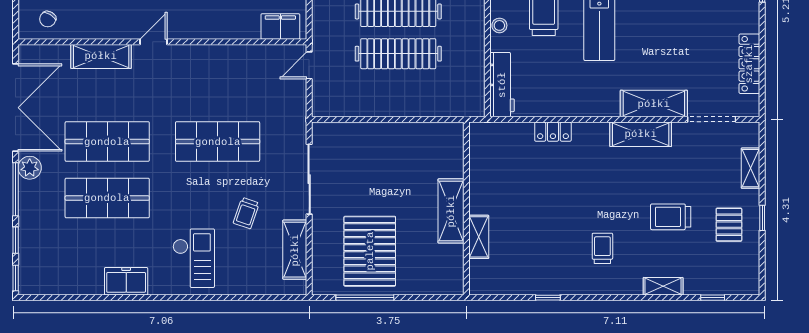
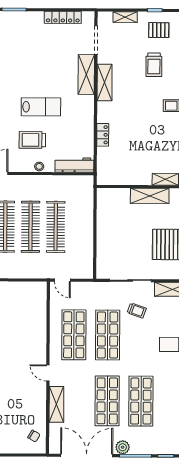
filing cabinet: (280, 27) -> (39, 297), removed
shop shelf: (218, 85) -> (74, 335), added
trolley: (246, 213) -> (137, 310), moved

